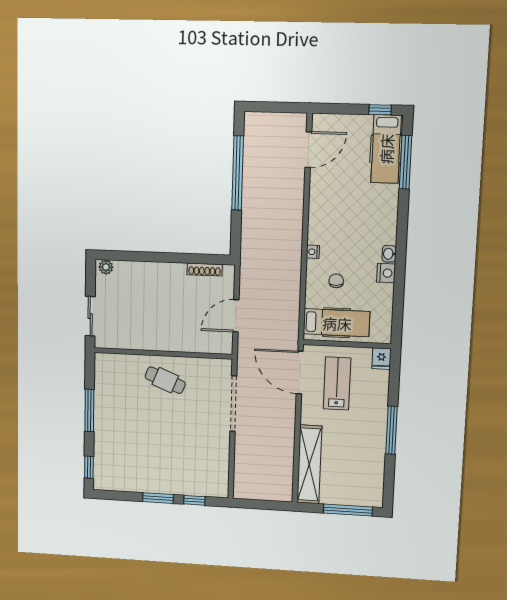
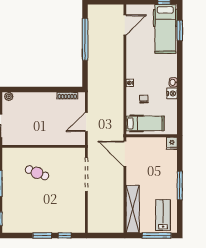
hospital bed: (386, 149) -> (165, 29), width x1.37, depth x1.29
window: (406, 162) -> (180, 31), width x0.69
cafe table: (165, 380) -> (37, 173), moved
lab bench: (337, 383) -> (163, 215), moved

